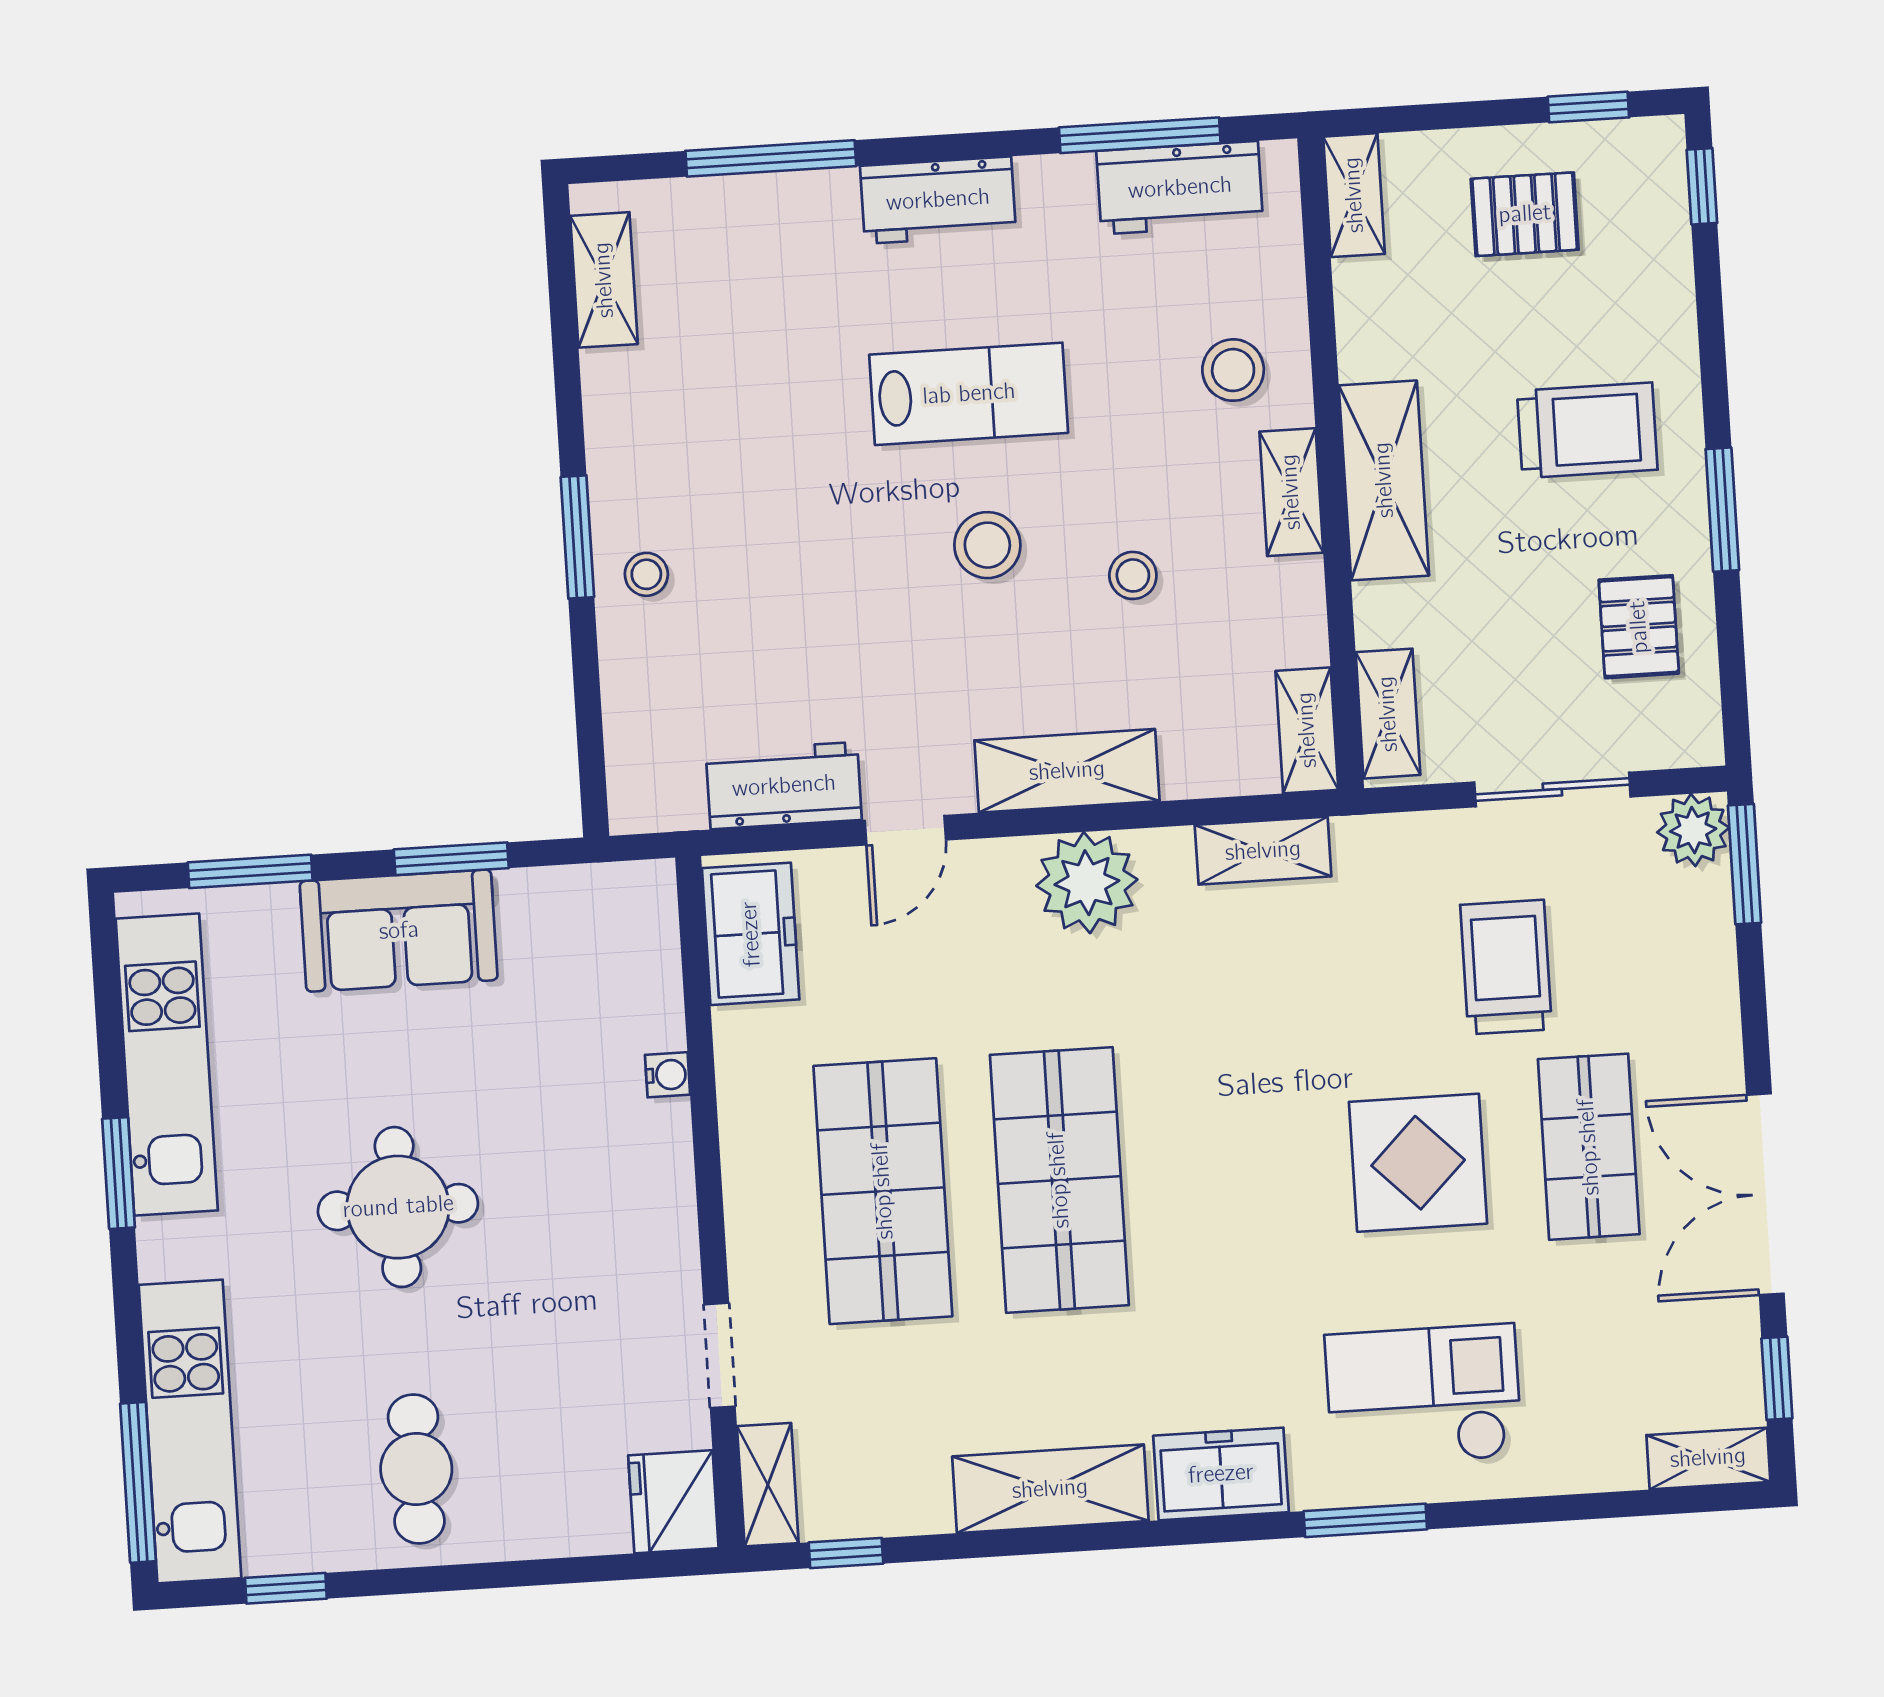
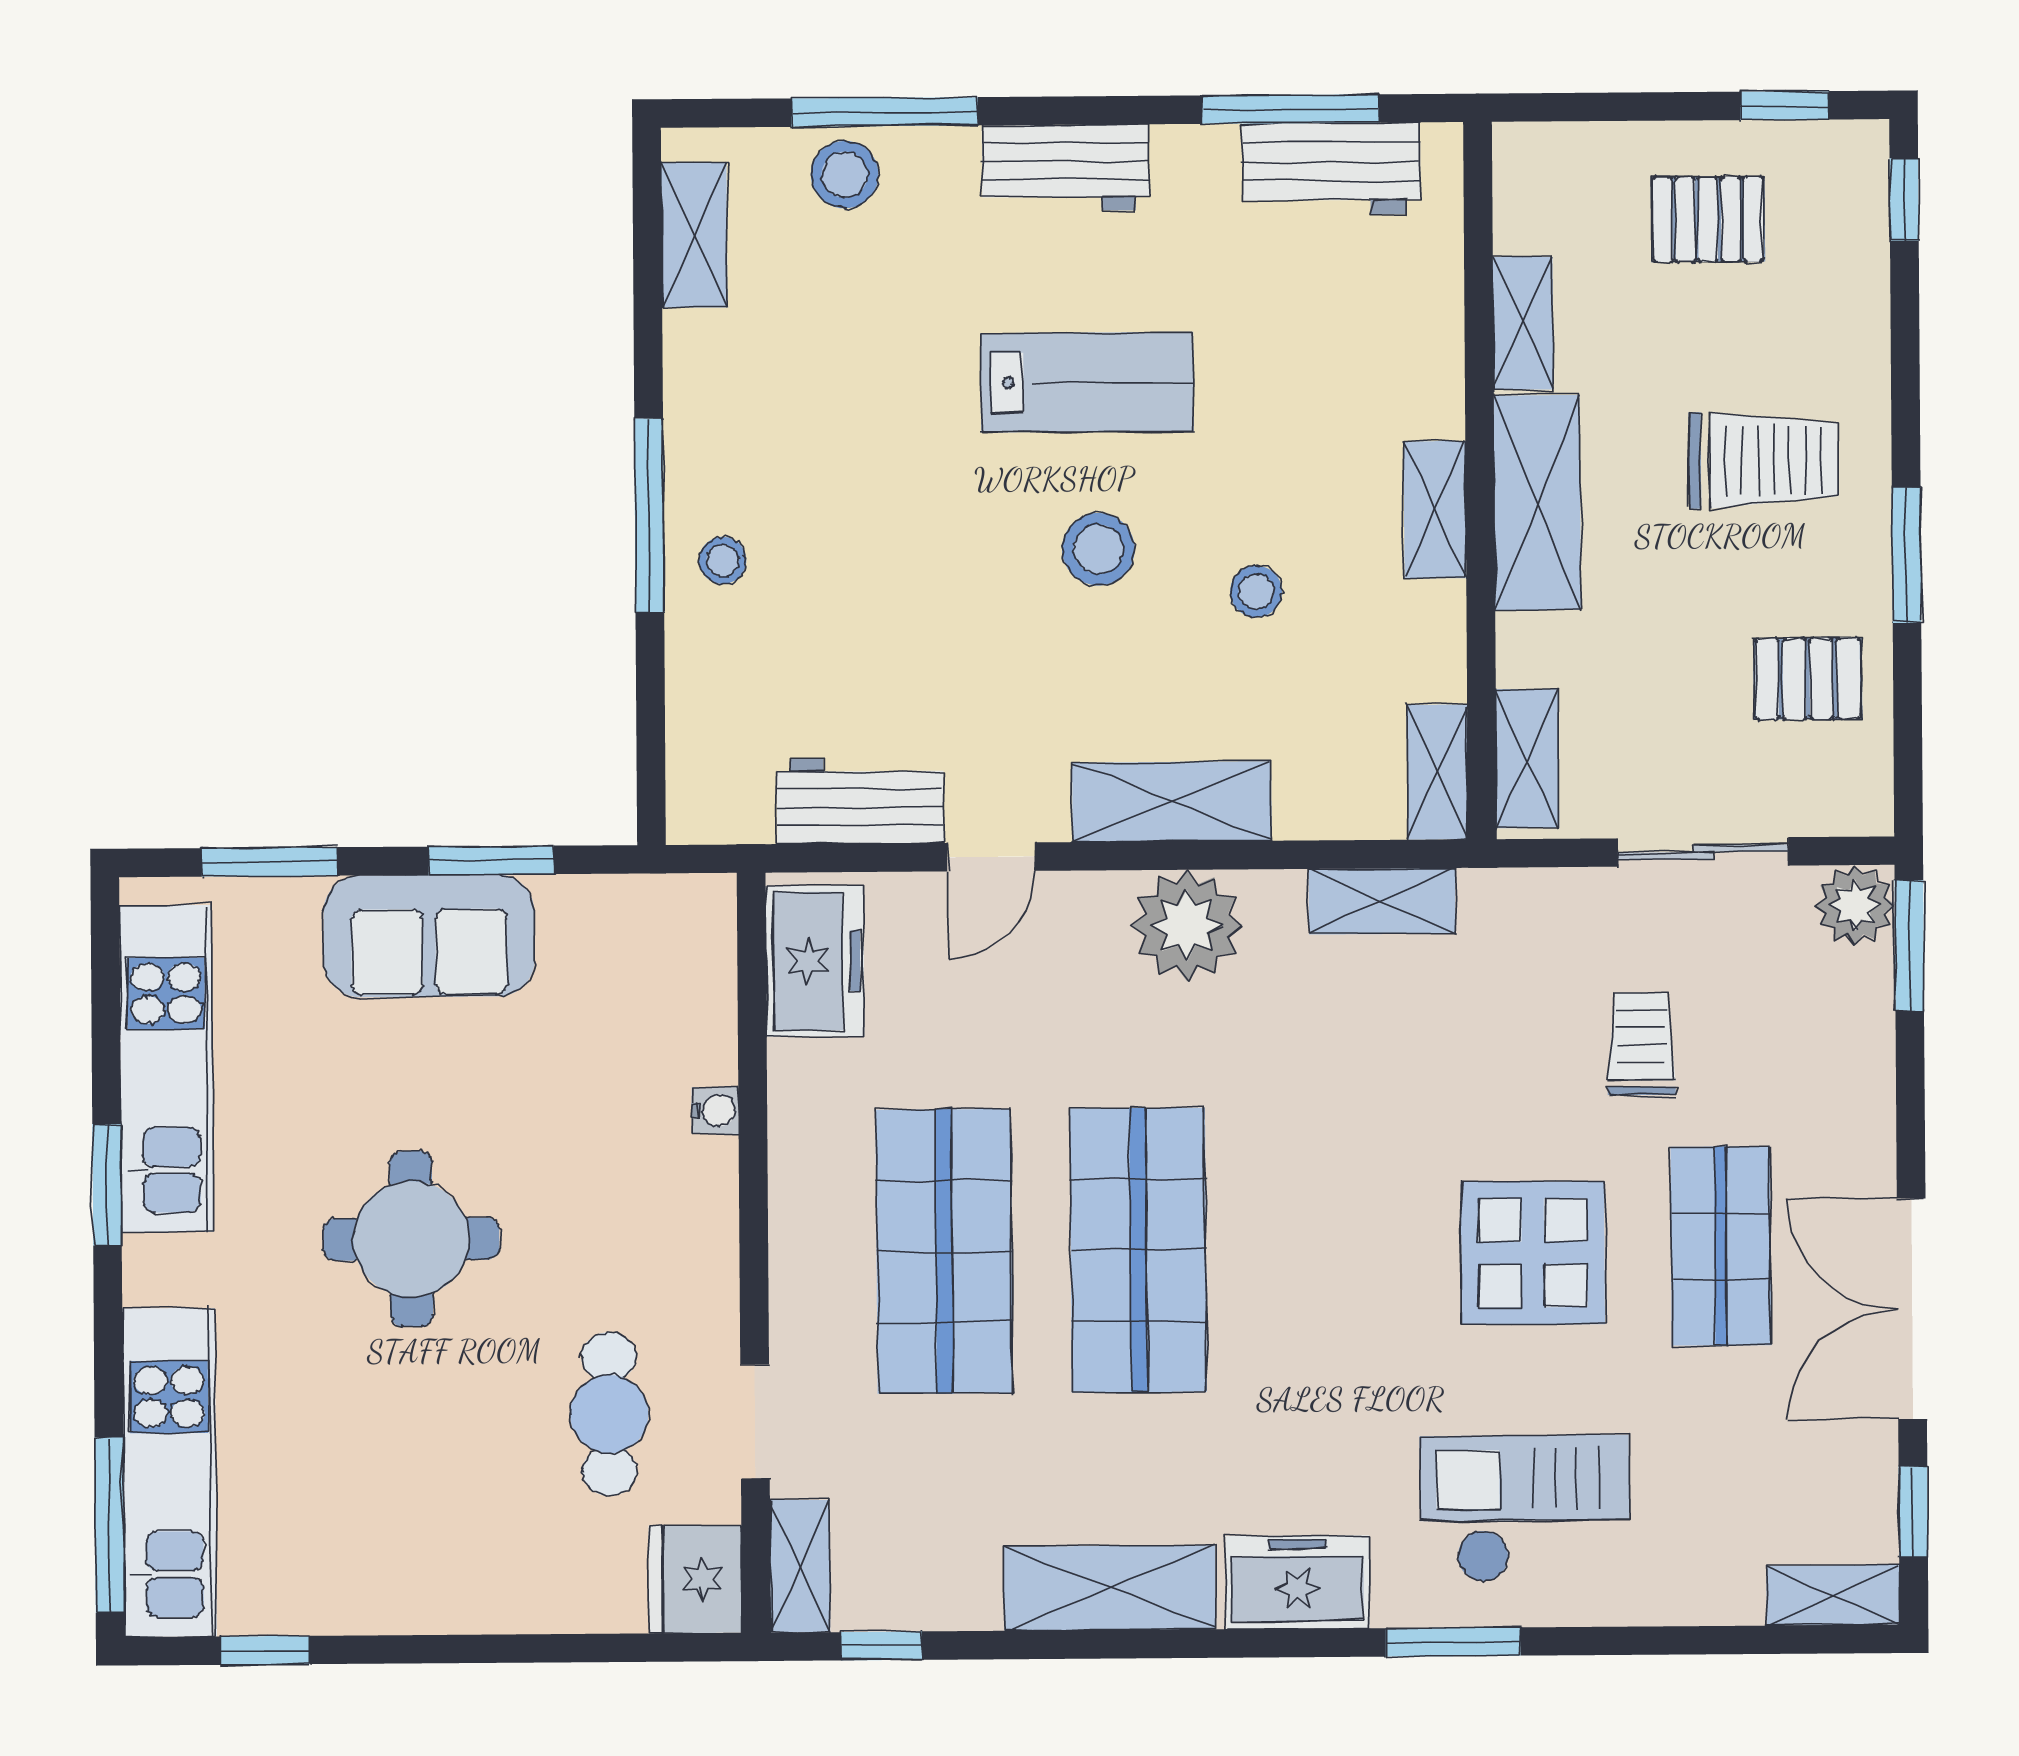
shelving: (1354, 195) -> (1523, 323), moved
stool: (1233, 370) -> (845, 175), moved
window: (577, 537) -> (649, 515), width x1.44
pallet: (1639, 627) -> (1808, 679), turned 90
trolley: (1506, 967) -> (1641, 1044), width x0.73, depth x0.72
cafe table: (416, 1469) -> (609, 1414), moved

